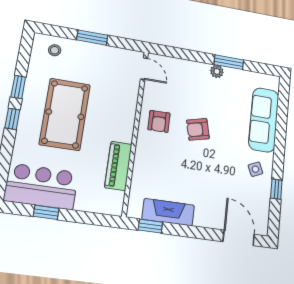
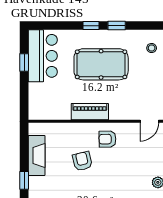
armchair: (198, 129) -> (82, 161), moved
piano: (118, 166) -> (90, 112), moved
window: (150, 226) -> (24, 180), moved

